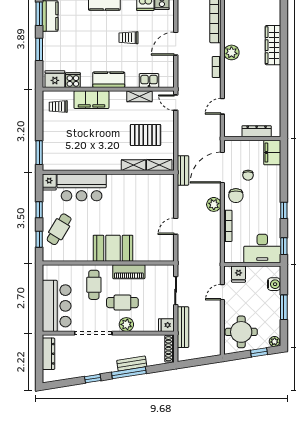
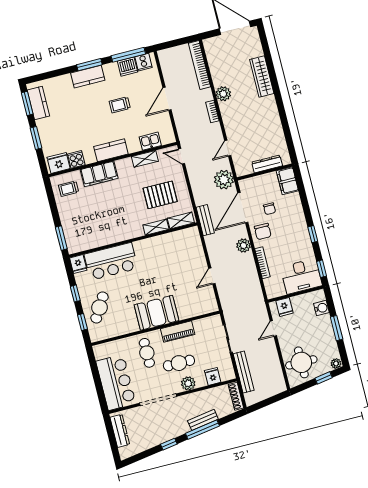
plant: (211, 136) -> (224, 180), added
fridge: (166, 325) -> (213, 376), moved, turned 90

